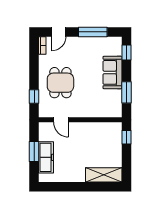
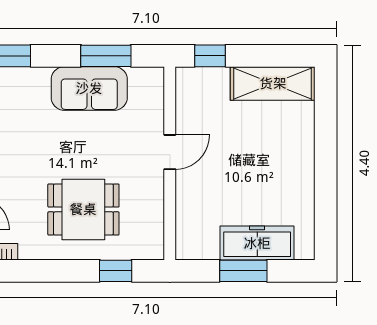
sofa: (112, 72) -> (89, 88), moved
door: (61, 120) -> (170, 152), moved
shelving: (104, 175) -> (273, 83), moved, turned 90

